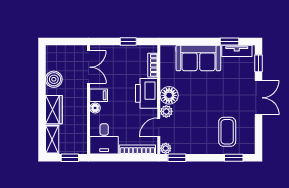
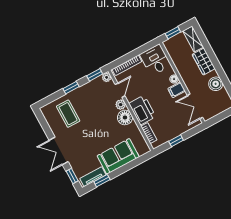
window: (234, 158) -> (71, 88), moved

